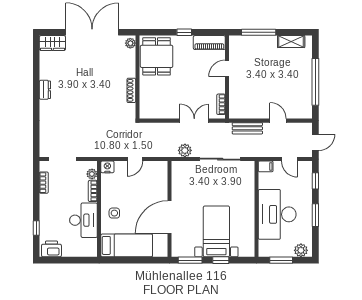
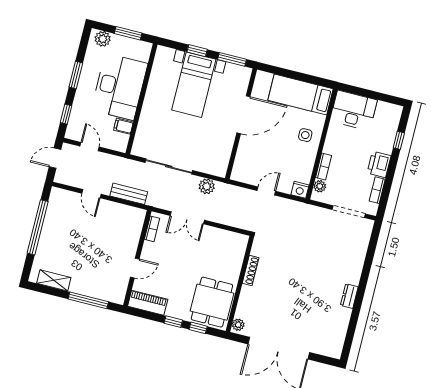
window: (163, 32) -> (198, 328), added
wardrobe: (52, 43) -> (327, 347), removed
filing cabinet: (266, 166) -> (123, 126), moved
desk: (83, 220) -> (354, 110), moved, turned 90
printer: (51, 249) -> (379, 164), moved, turned 90

